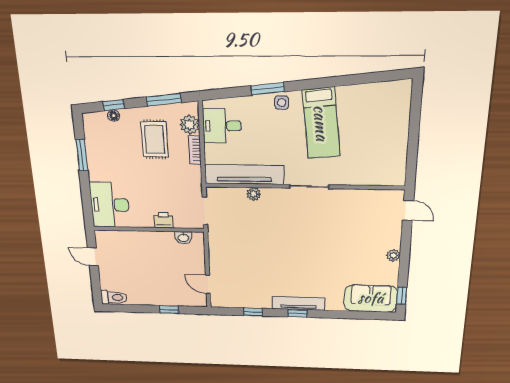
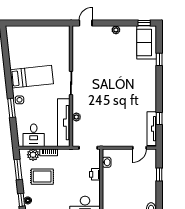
tv unit: (299, 303) -> (152, 129), moved
window: (297, 313) -> (159, 59), moved

